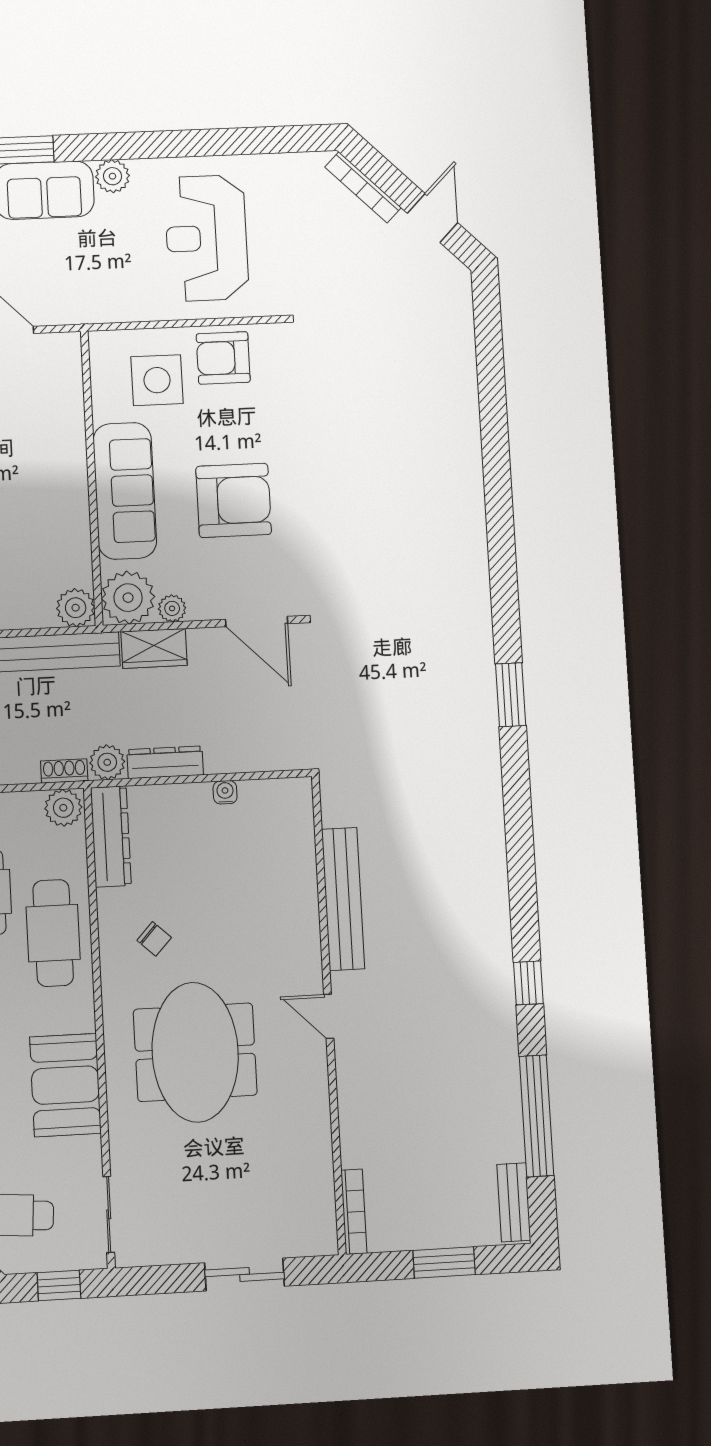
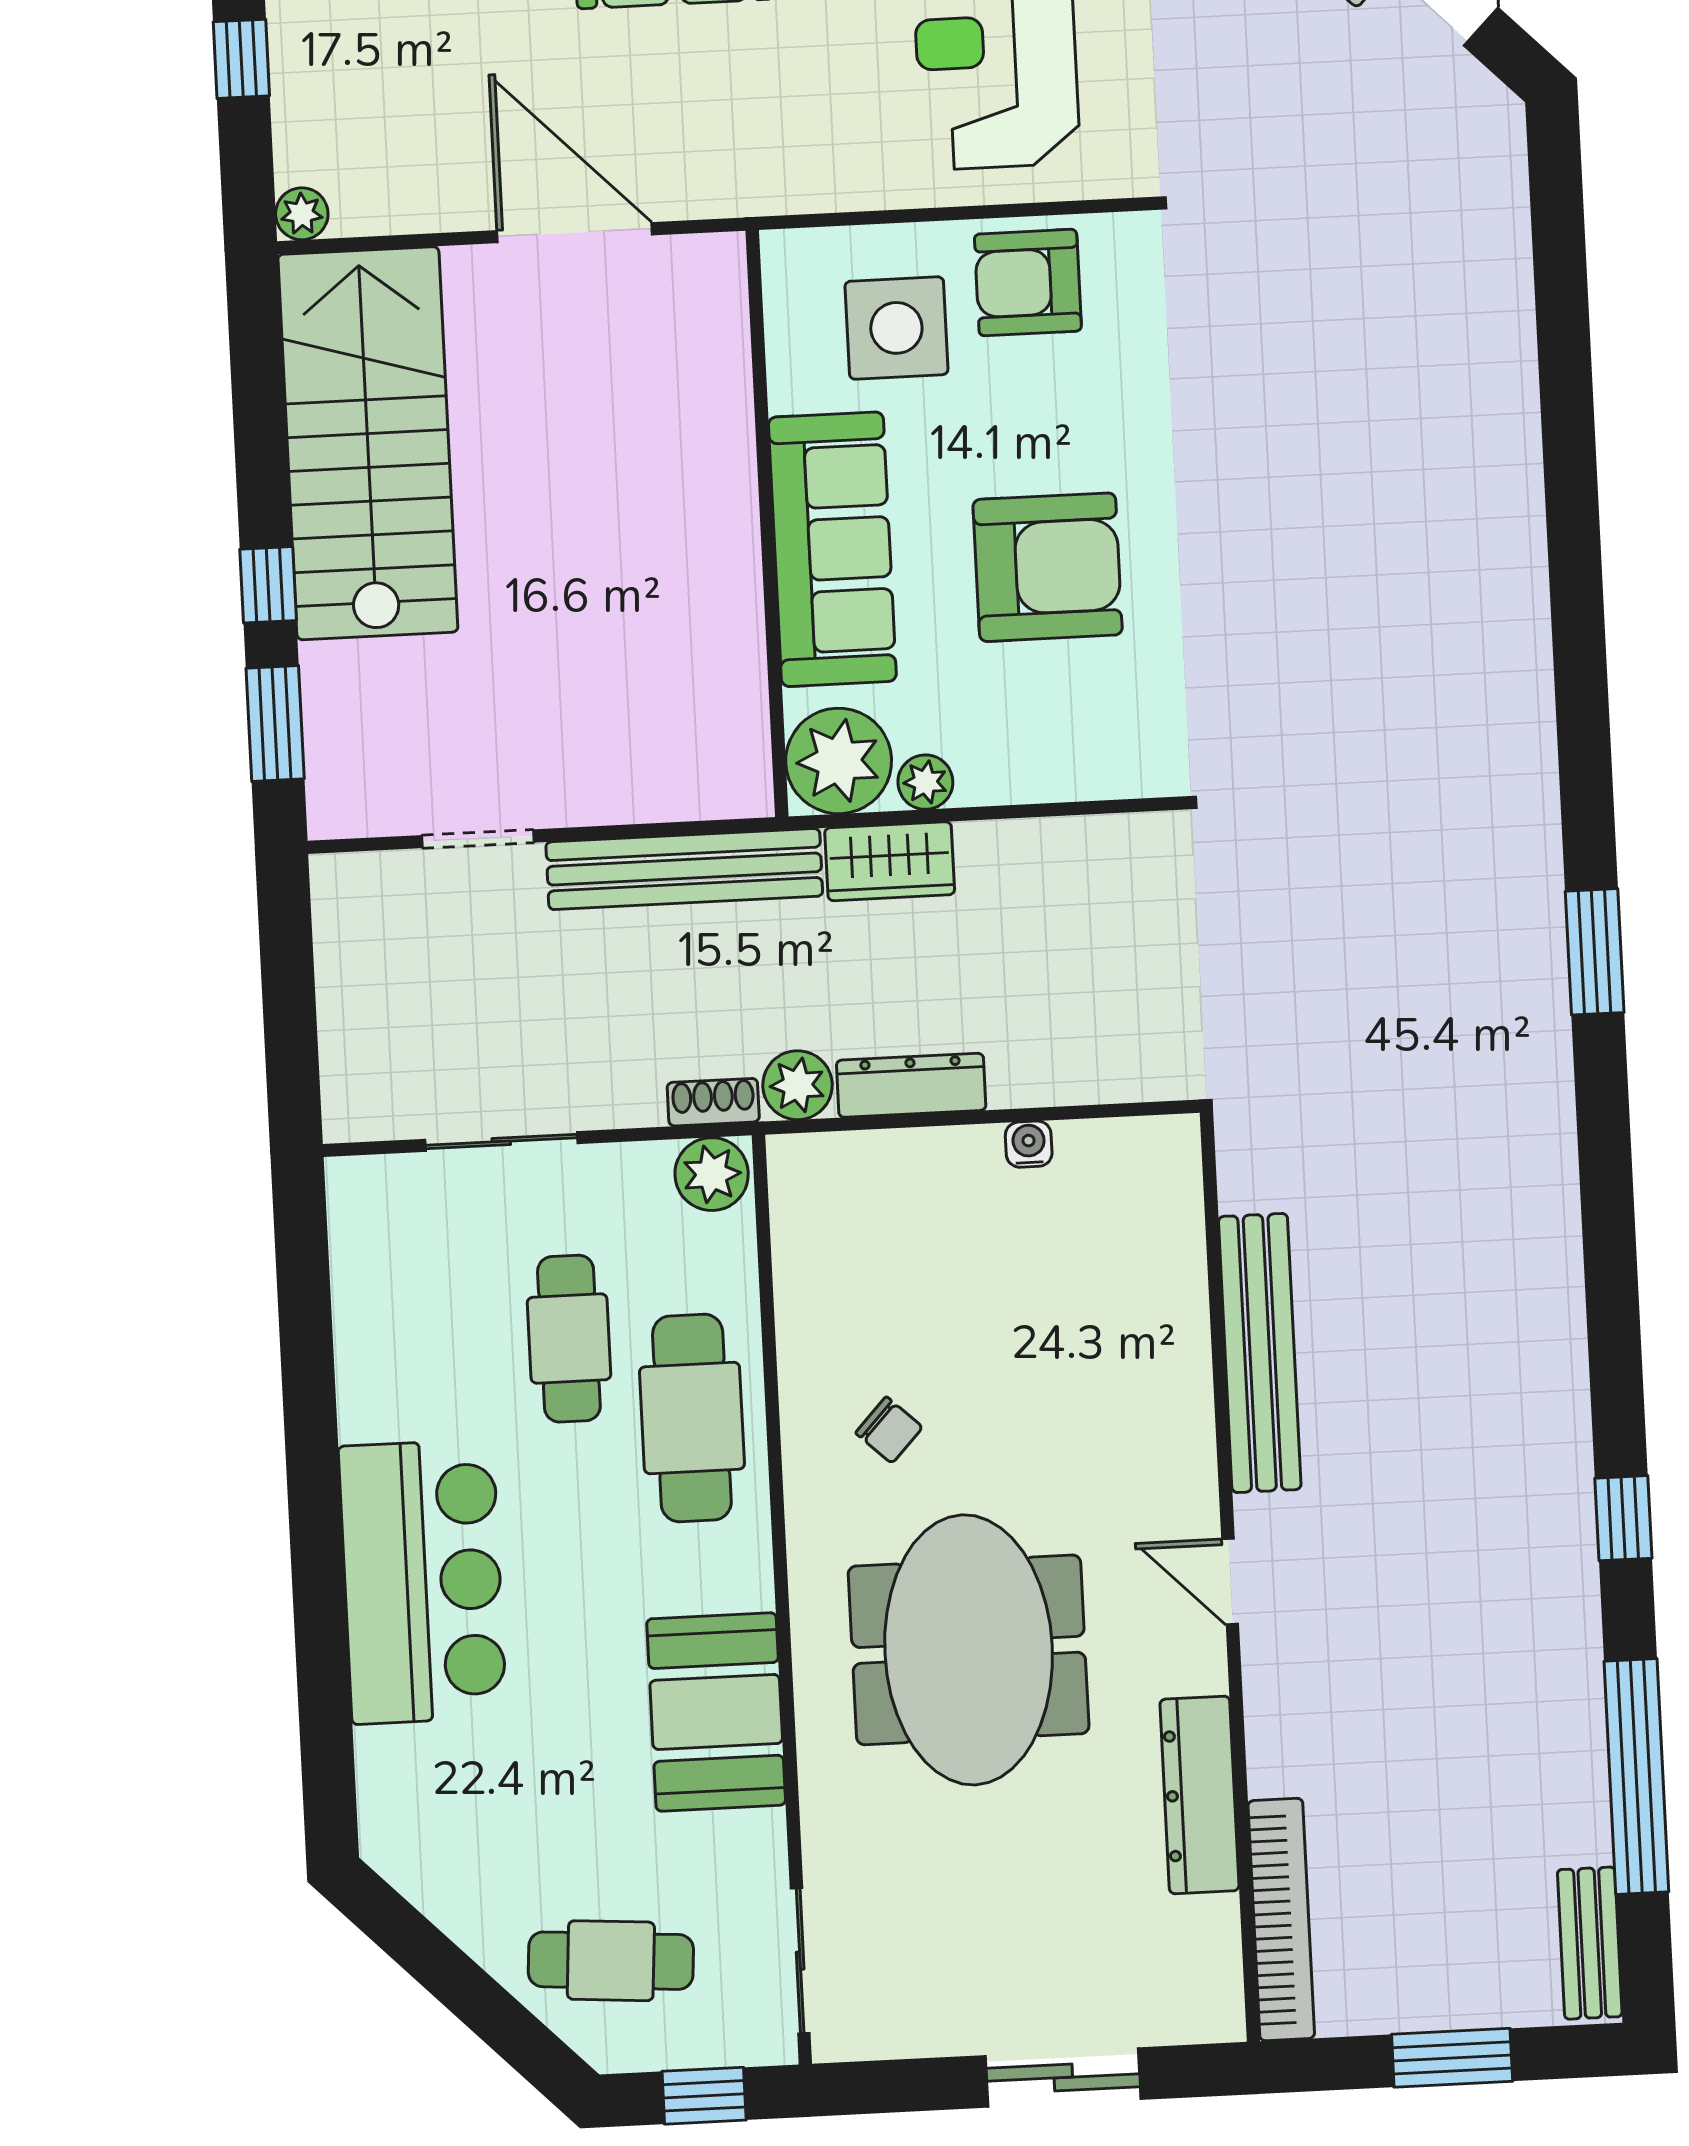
plant: (76, 608) -> (735, 781), removed
door: (257, 622) -> (1092, 808), removed
dresser: (111, 837) -> (1200, 1795), moved, turned 180
bookcase: (354, 1212) -> (1281, 1920), width x1.48, depth x1.31

